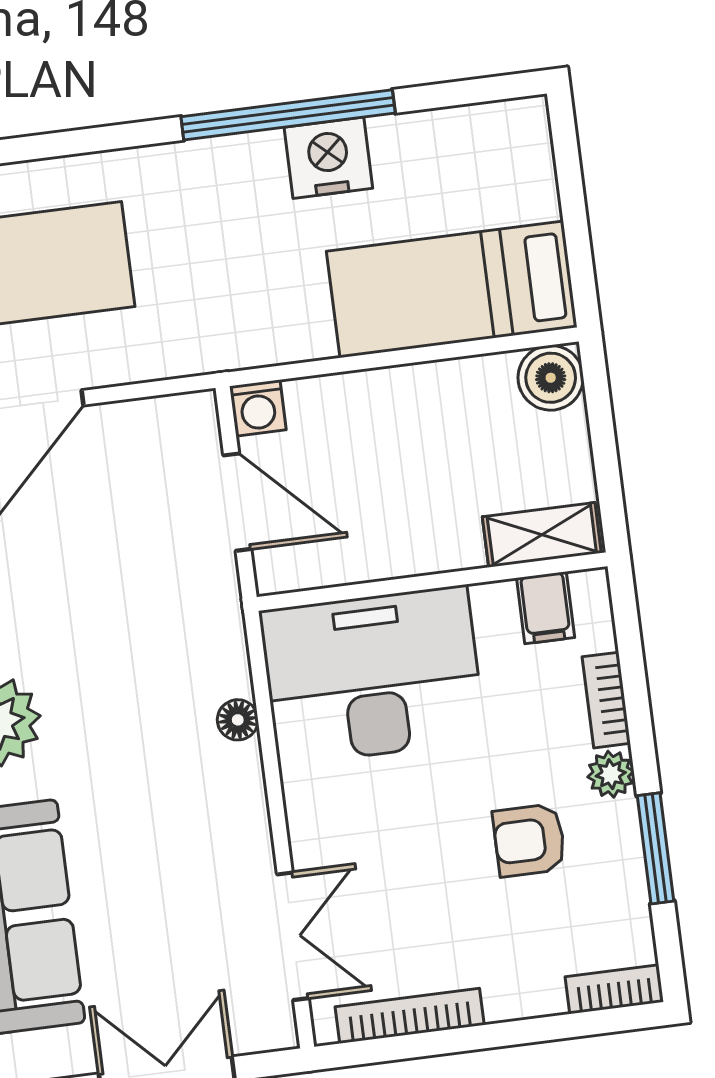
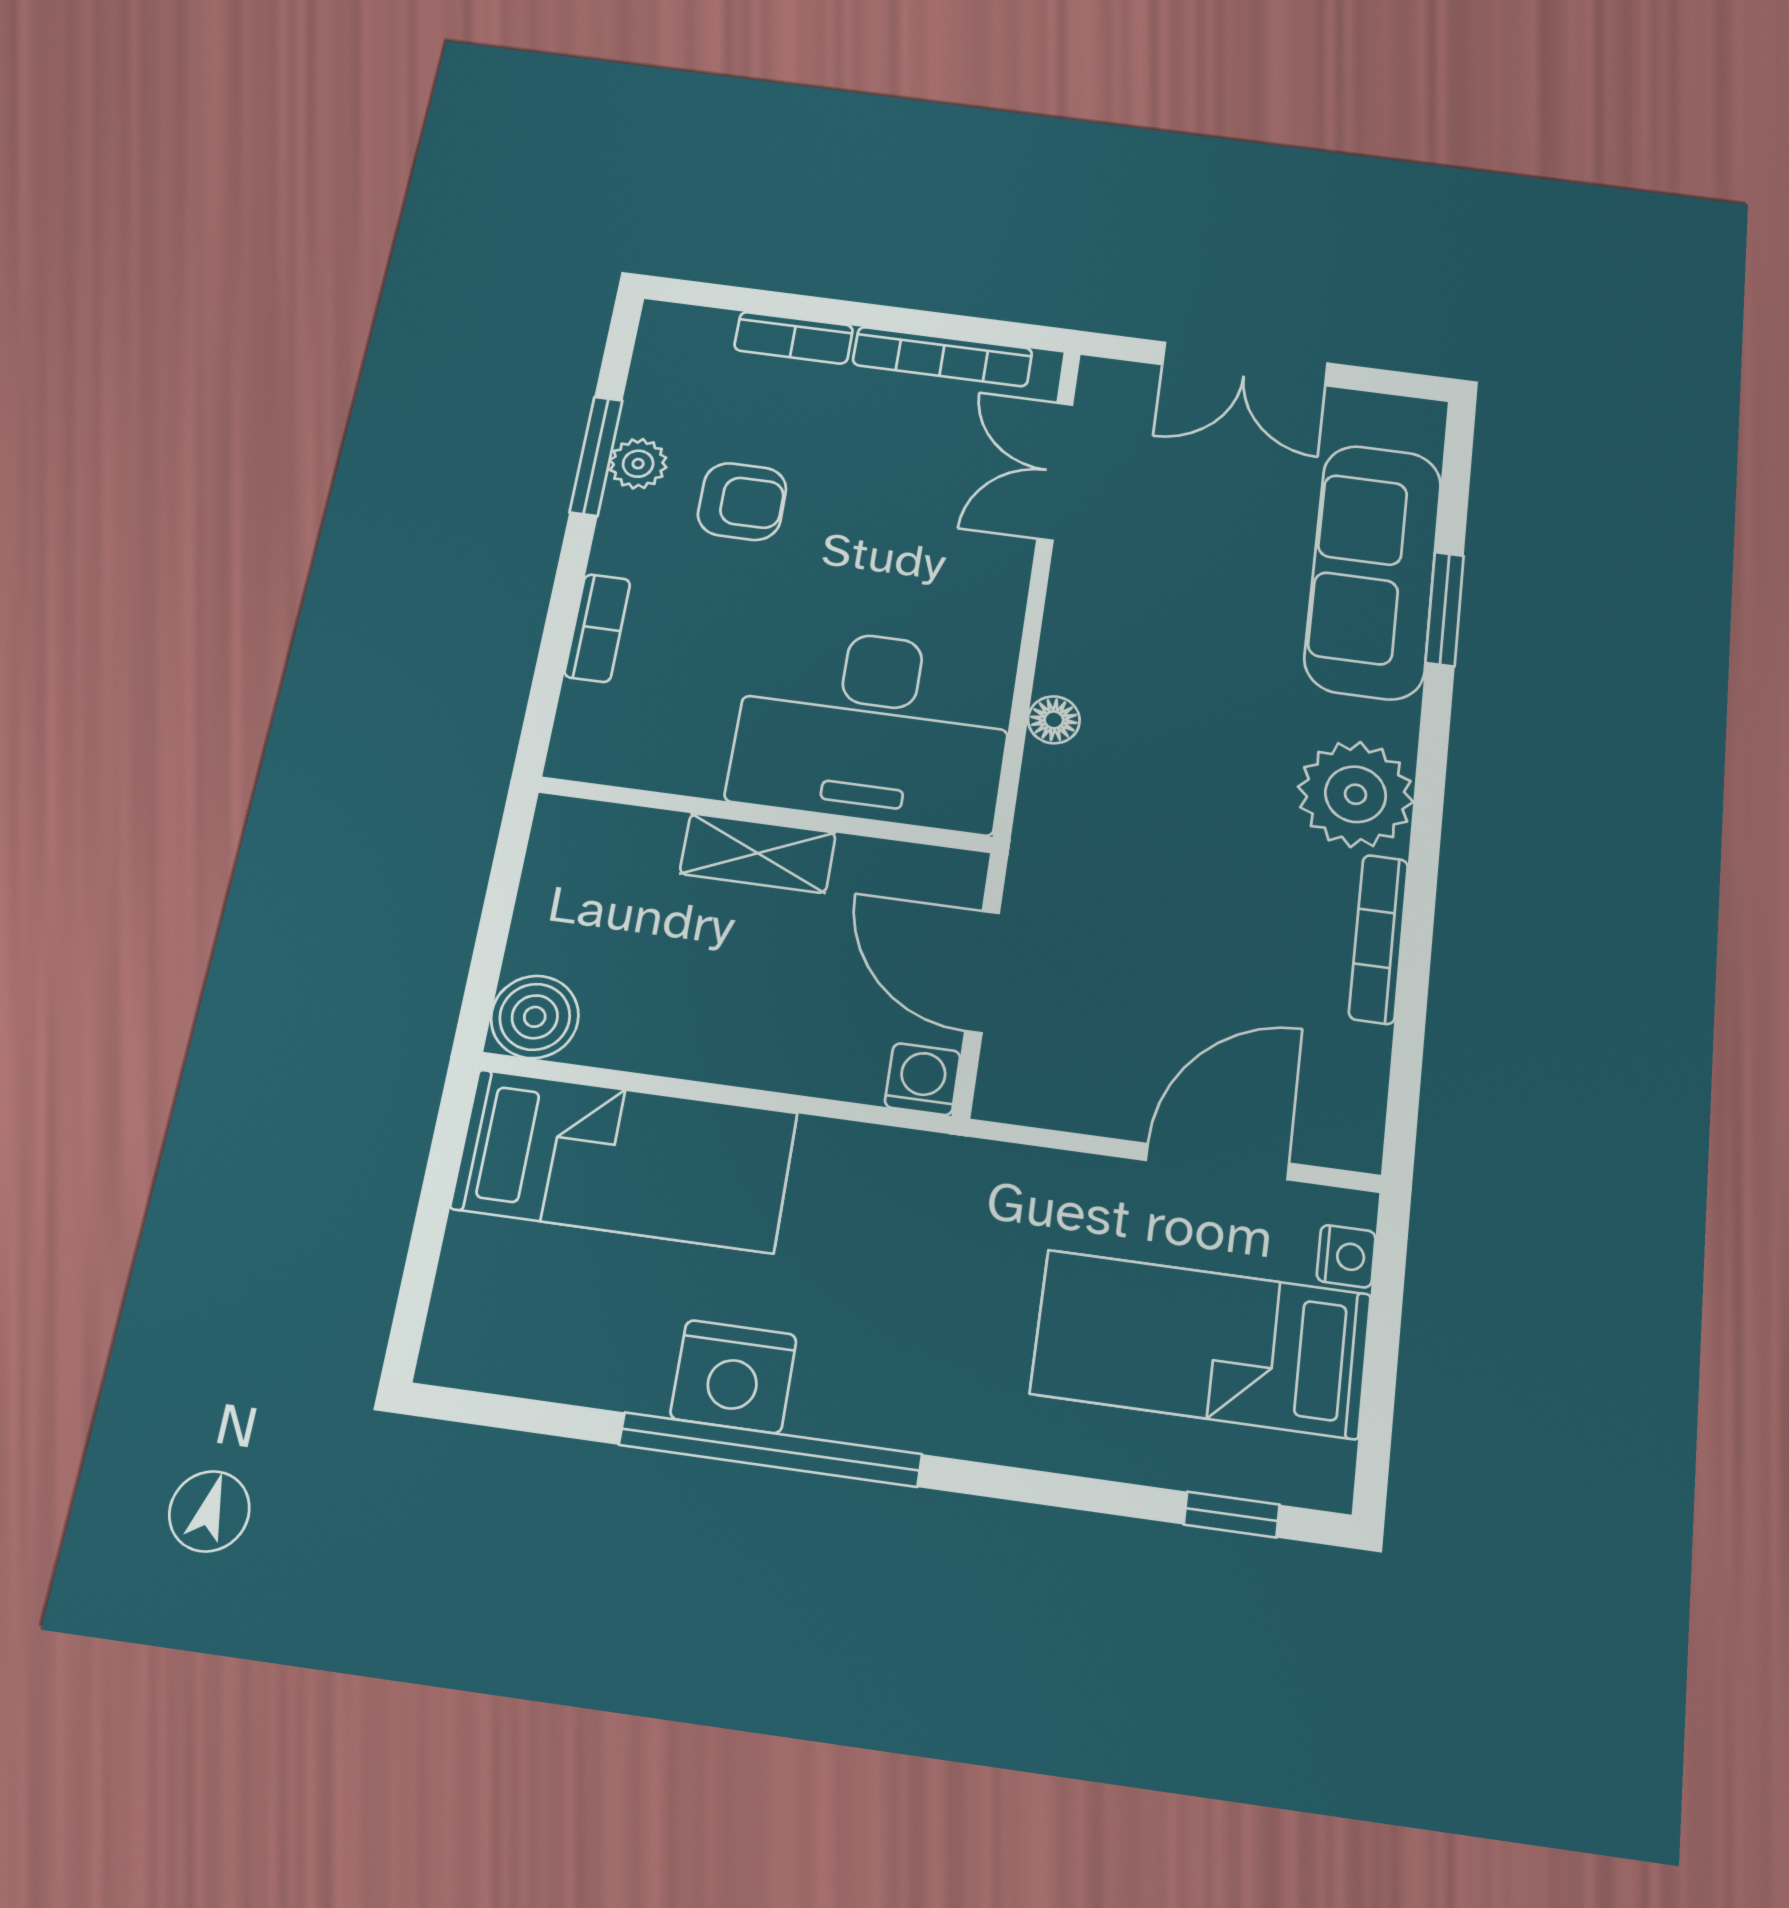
shelving: (542, 535) -> (758, 853), moved
filing cabinet: (546, 608) -> (635, 749), removed
plant: (611, 774) -> (638, 464), moved
bookcase: (614, 989) -> (794, 338), moved

